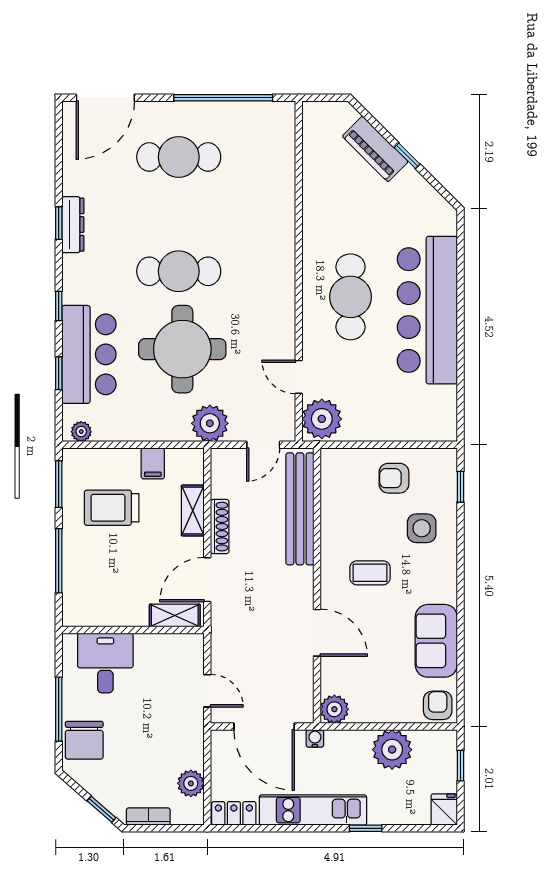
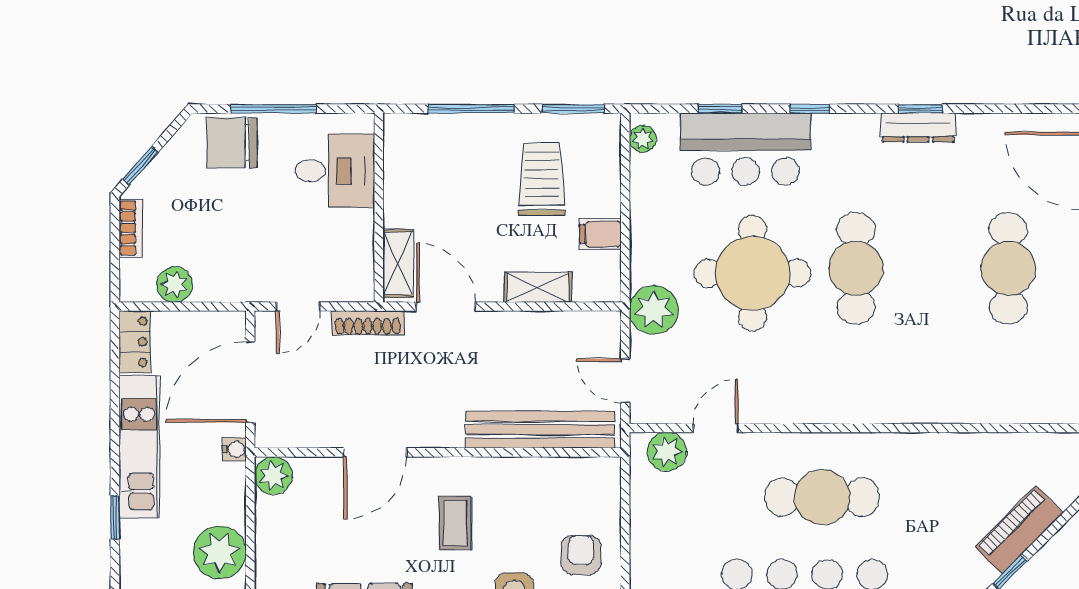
plant: (322, 419) -> (667, 452), width x0.73, depth x0.73
shoe rack: (220, 527) -> (368, 323), moved

